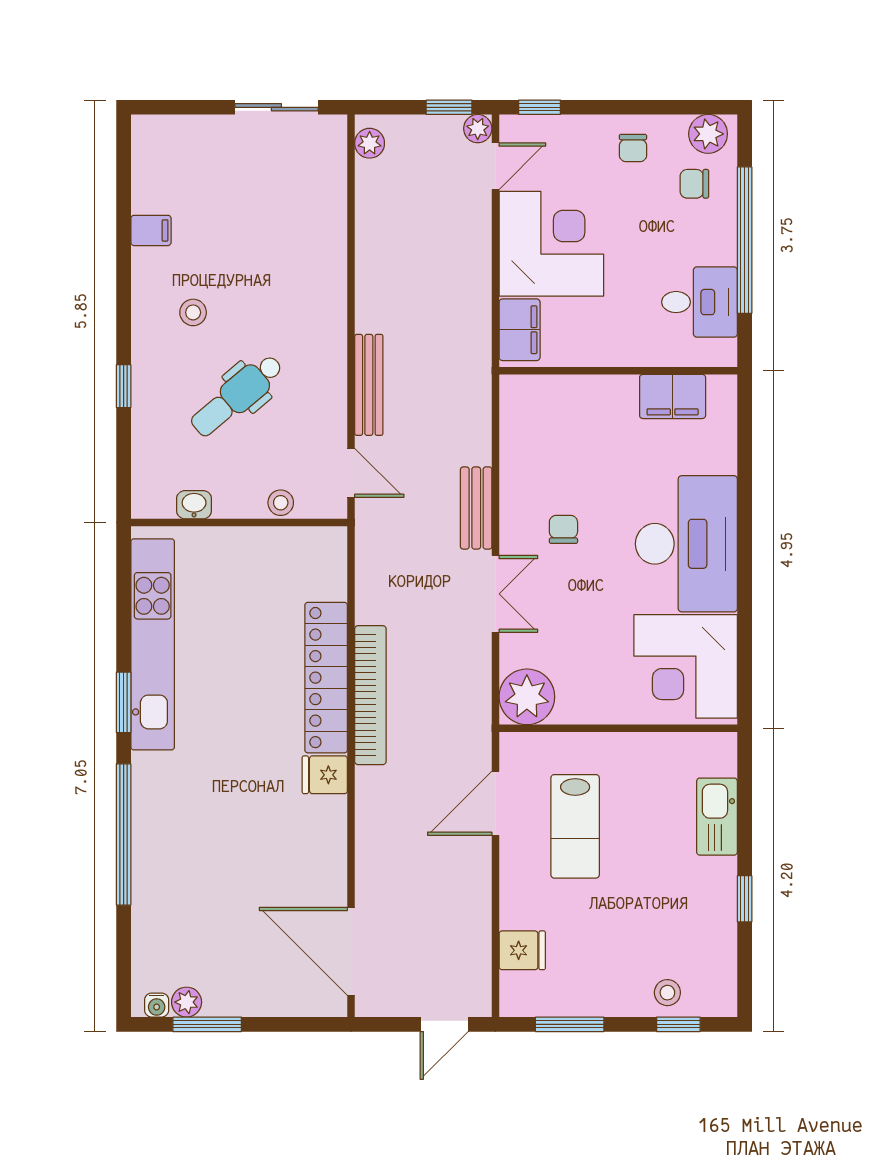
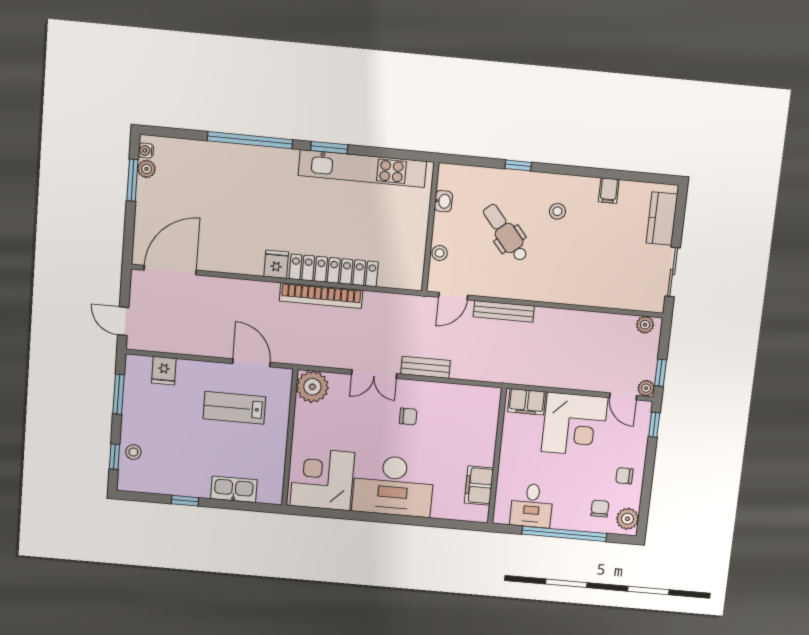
kitchen counter: (189, 136) -> (662, 219), added

